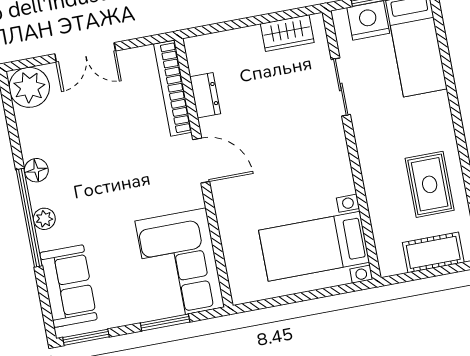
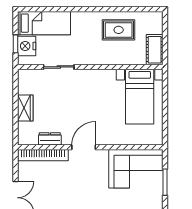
wardrobe: (287, 33) -> (25, 108), moved
cot: (433, 252) -> (155, 50), moved

